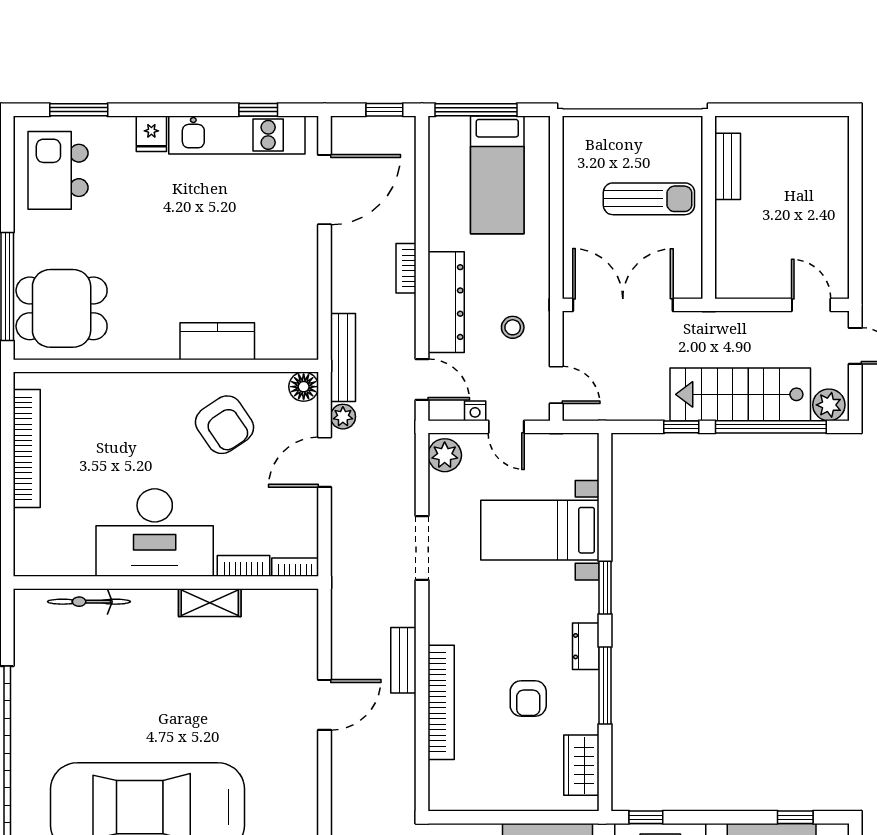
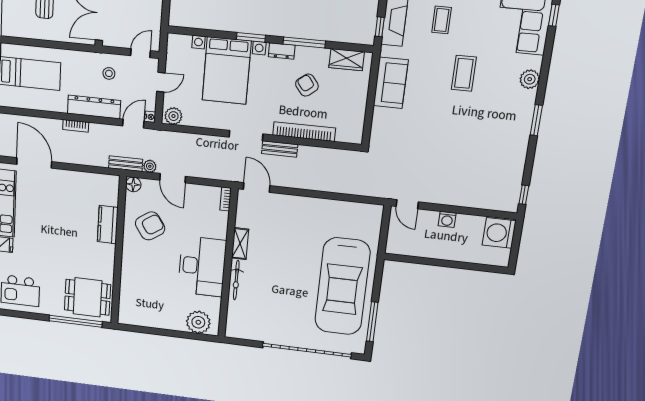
dining table: (62, 308) -> (88, 297), turned 90
bench: (343, 357) -> (126, 164), width x0.73
nightstand: (475, 411) -> (150, 117), moved
bookcase: (27, 449) -> (155, 322), removed
bed with nightstands: (540, 530) -> (227, 71), width x1.36
plant: (38, 534) -> (198, 322), added
doorway: (422, 548) -> (246, 136), moved
bookcase: (243, 566) -> (223, 225), removed
bicycle: (89, 602) -> (236, 280), moved
armchair: (528, 698) -> (307, 85), turned -128
door: (324, 705) -> (257, 188), moved

